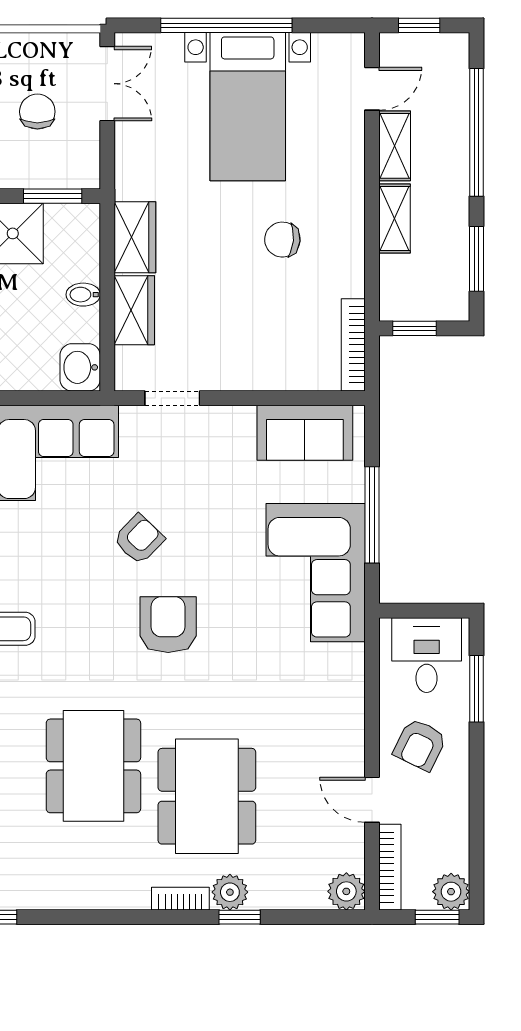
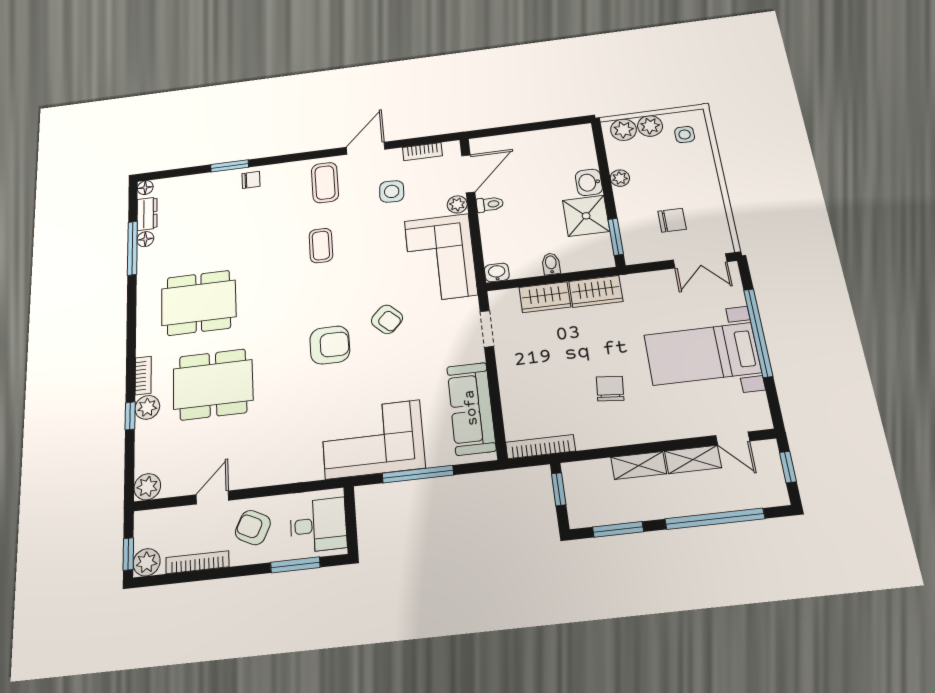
washbasin: (80, 367) -> (497, 273), width x0.72, depth x0.69
sofa: (305, 433) -> (471, 408), width x1.36
dining table: (93, 766) -> (199, 303), moved
bookcase: (390, 867) -> (197, 562), moved, turned 180

